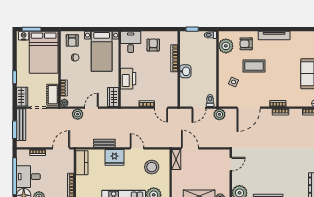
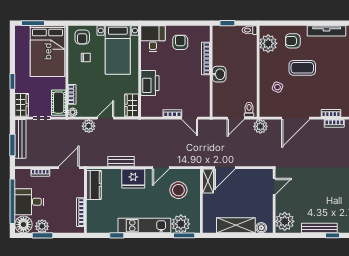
nightstand: (24, 36) -> (23, 31), removed
door: (137, 148) -> (161, 168), swing flipped
door: (190, 148) -> (225, 168), swing flipped

